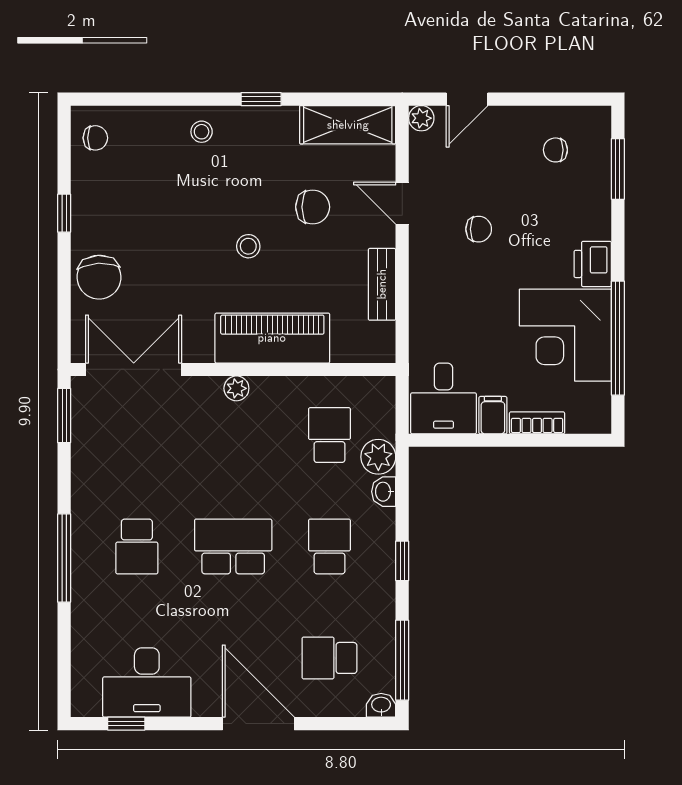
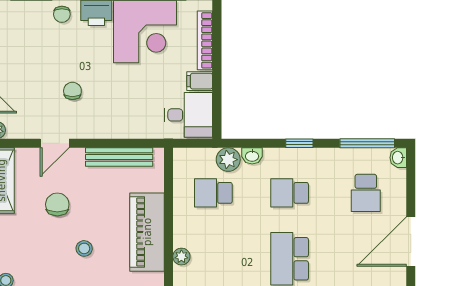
chair: (555, 150) -> (62, 14), moved
bench: (382, 284) -> (119, 157), width x1.36
bookcase: (537, 423) -> (205, 40), width x1.56

